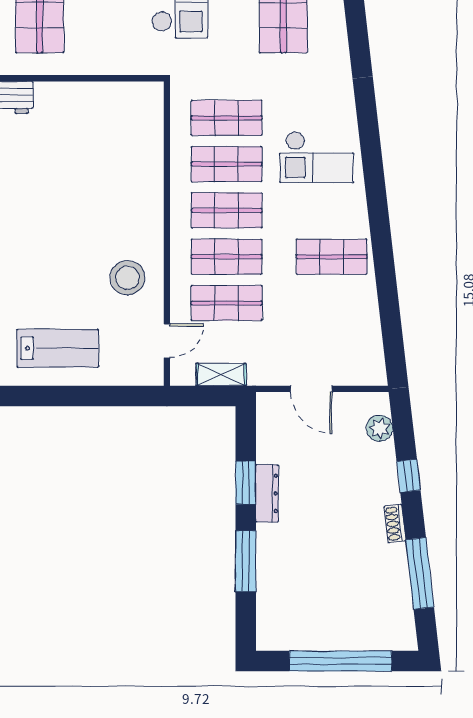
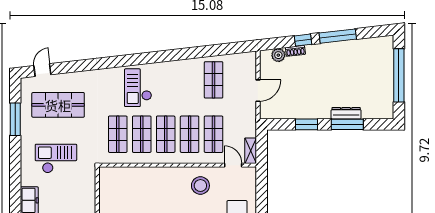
checkout: (317, 157) -> (138, 88), turned 180
shop shelf: (332, 257) -> (214, 80), moved
shelving: (221, 375) -> (251, 151), moved
dresser: (267, 493) -> (346, 113), moved
shoe rack: (395, 524) -> (295, 51), moved
window: (420, 573) -> (338, 36), moved

